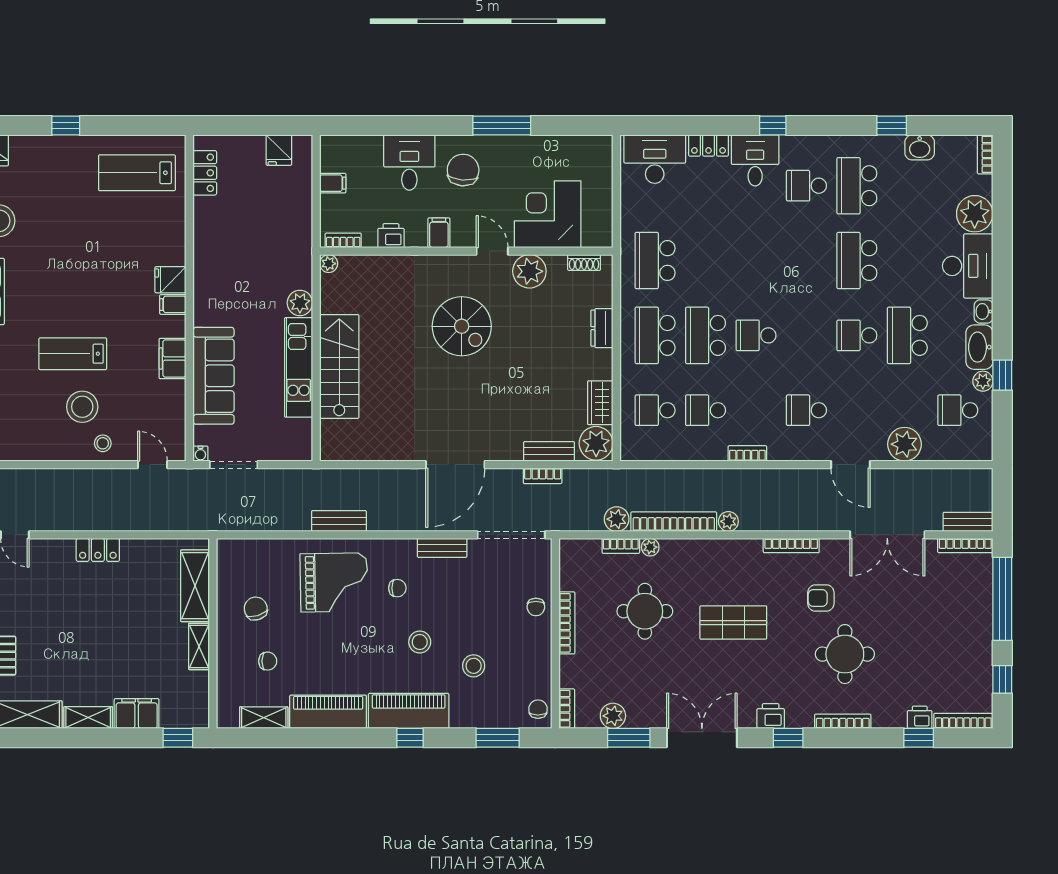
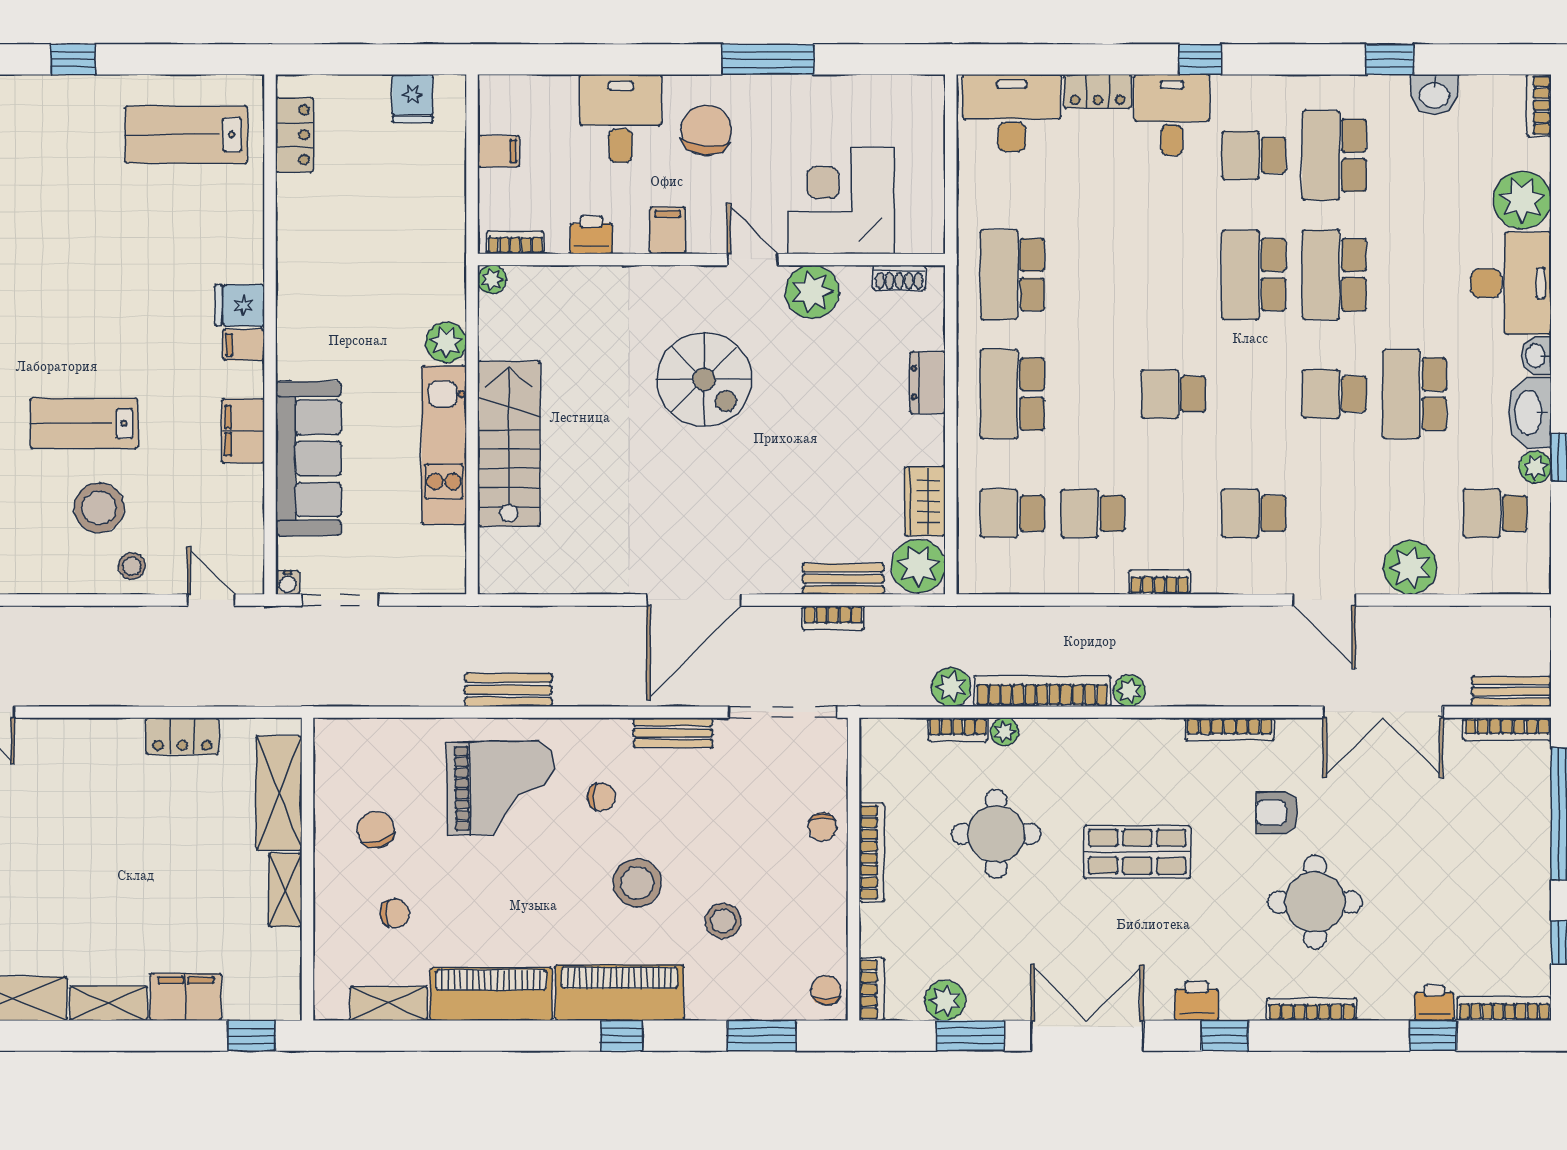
school desk: (706, 335) -> (1254, 275), moved
locker: (98, 550) -> (182, 736), moved
stool: (420, 642) -> (637, 883), width x1.38, depth x1.38

